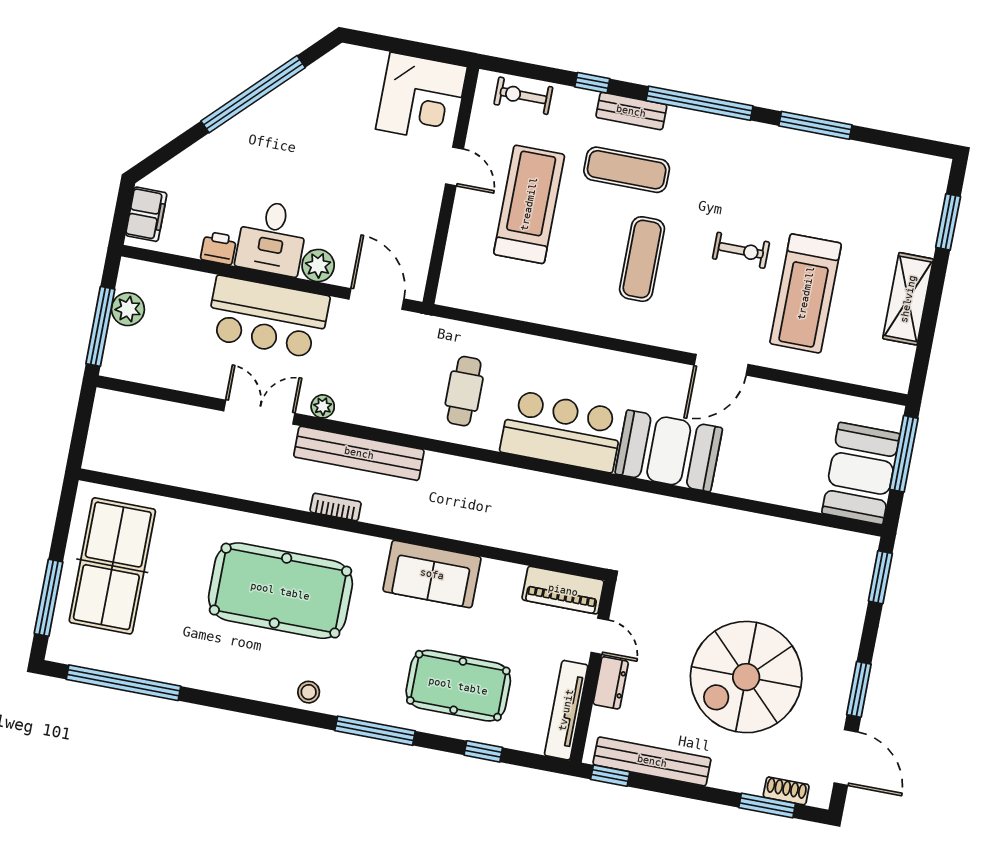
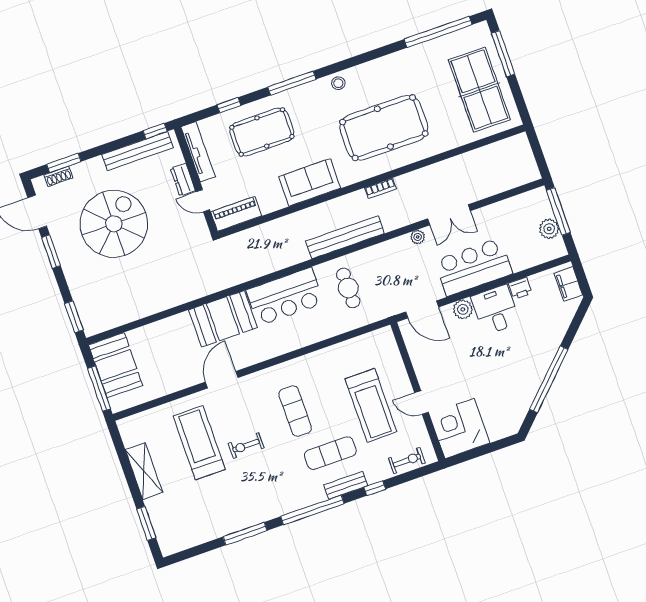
bench: (359, 453) -> (345, 237), moved

